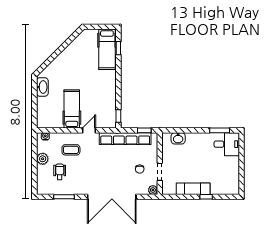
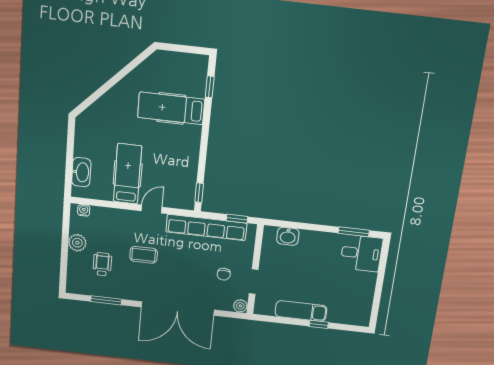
hospital bed: (107, 49) -> (171, 108), moved, turned 90
washbasin: (42, 87) -> (81, 172), moved
coffee table: (71, 150) -> (144, 255), moved

